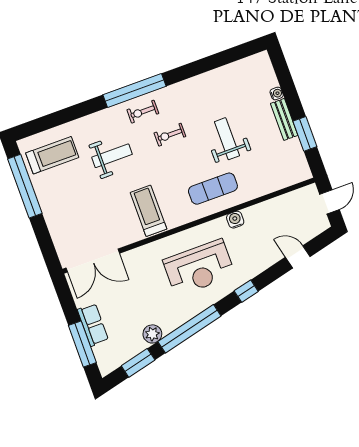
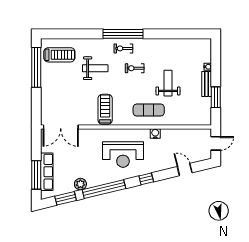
row of seats: (93, 325) -> (47, 172), width x1.48

